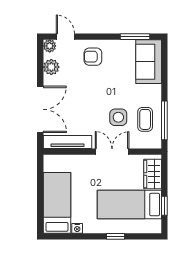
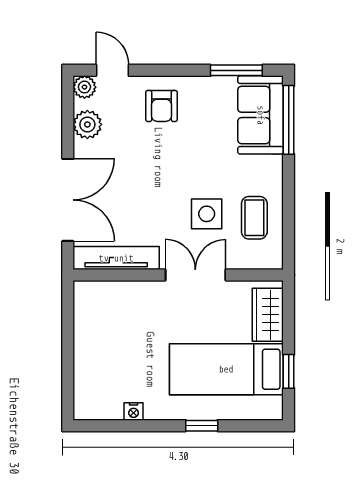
armchair: (93, 57) -> (161, 106), turned -90
window: (164, 120) -> (289, 120), moved
bed: (57, 203) -> (98, 366), removed

